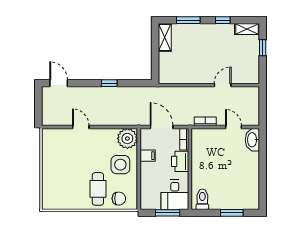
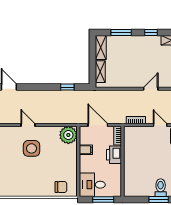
shelving: (164, 65) -> (100, 72), added
window: (109, 83) -> (67, 87), moved
side table: (120, 165) -> (32, 148), moved
cafe table: (98, 189) -> (43, 179), removed
desk: (175, 195) -> (92, 185), moved, turned 90
toilet: (202, 199) -> (161, 188), moved

